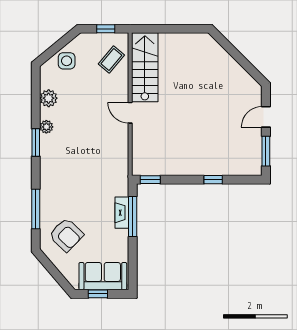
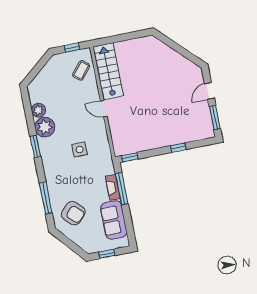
side table: (67, 61) -> (80, 149), moved
plant: (46, 127) -> (45, 127), width x1.87, depth x1.87
sofa: (103, 276) -> (114, 220), moved, turned -90

